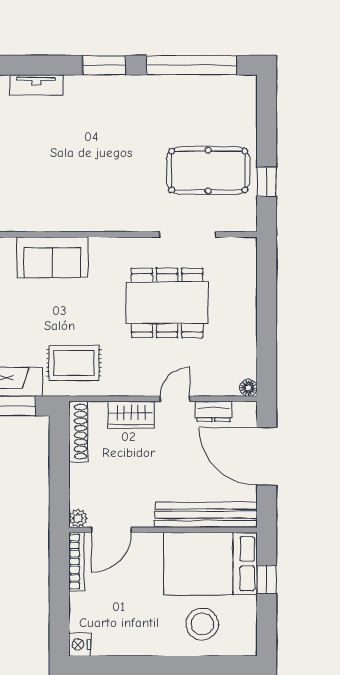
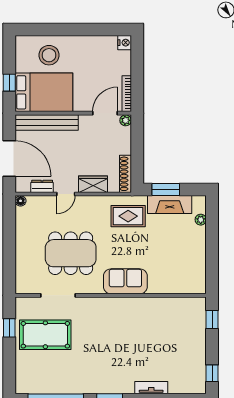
sofa: (52, 257) -> (125, 281), moved

